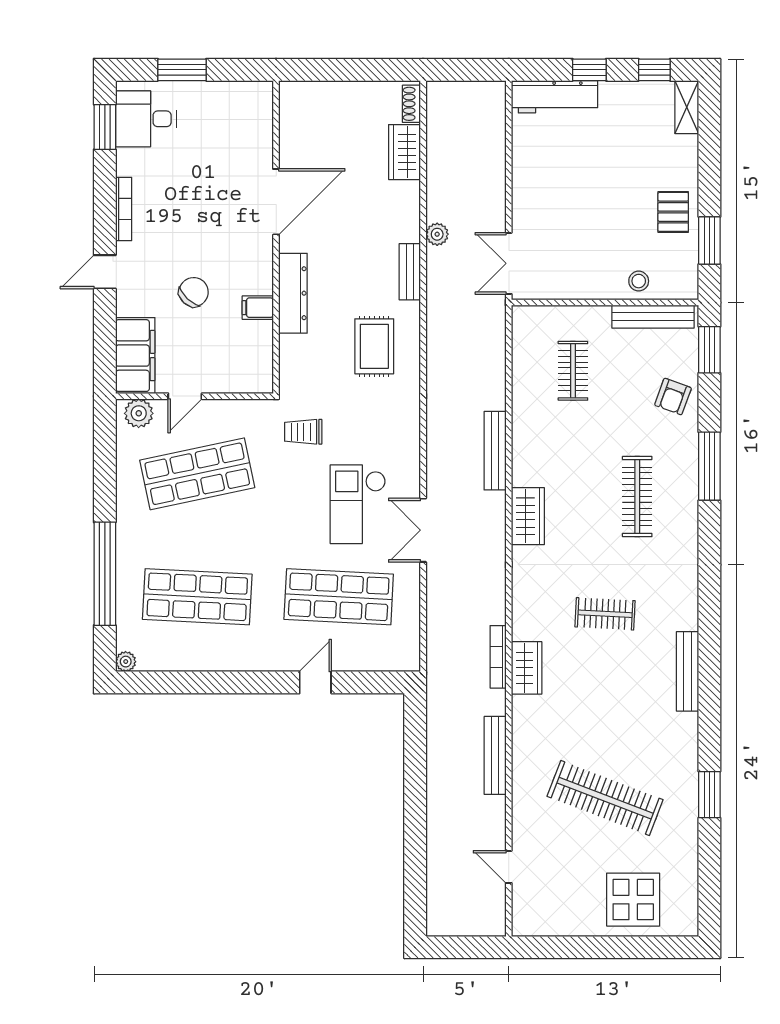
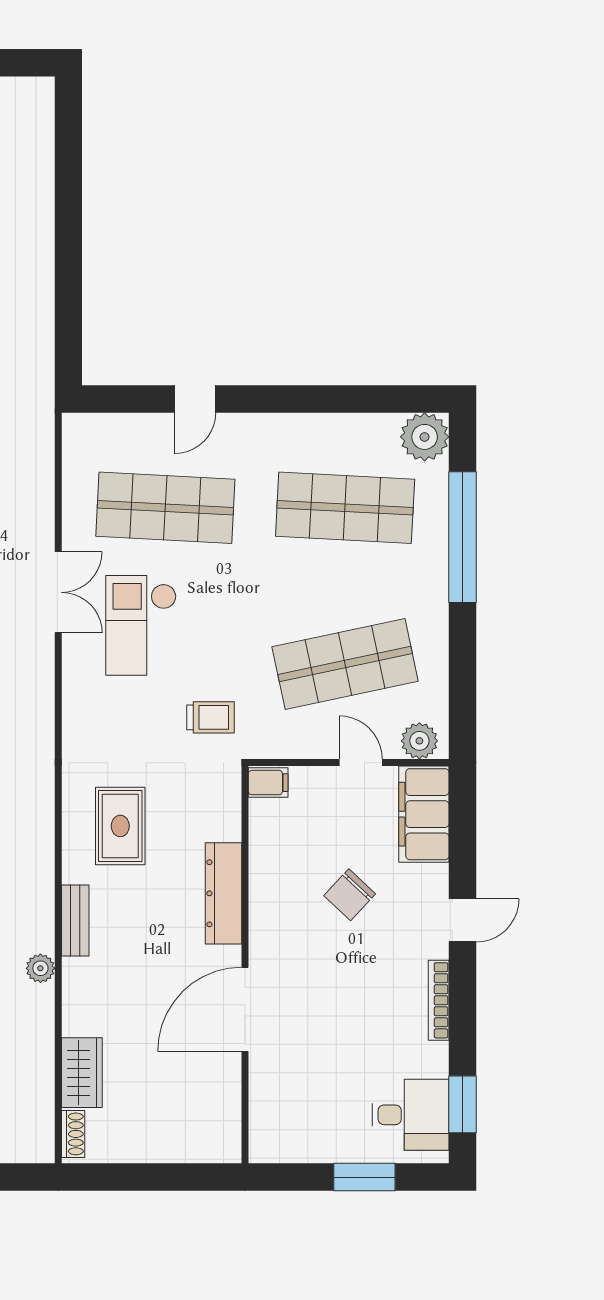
filing cabinet: (258, 308) -> (268, 783), moved
door: (185, 396) -> (361, 763), hinge flipped
checkout: (358, 504) -> (141, 625), turned 180
plant: (126, 662) -> (425, 437), width x1.88, depth x1.88

